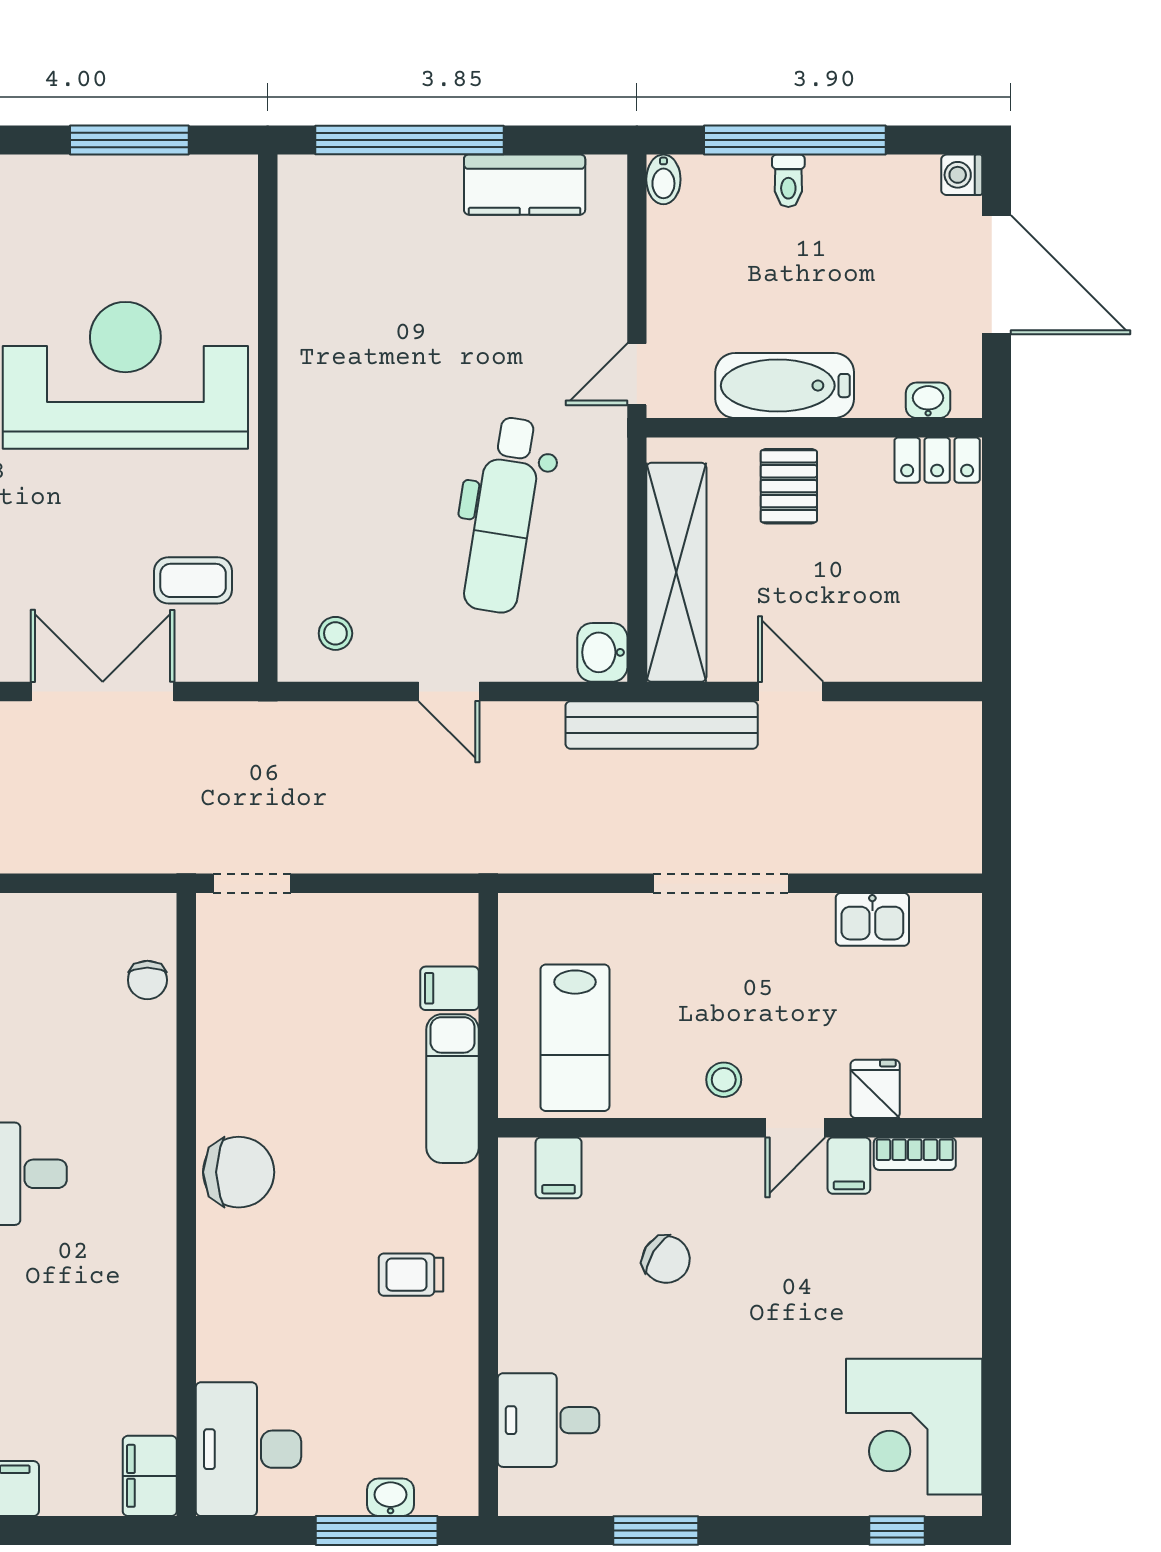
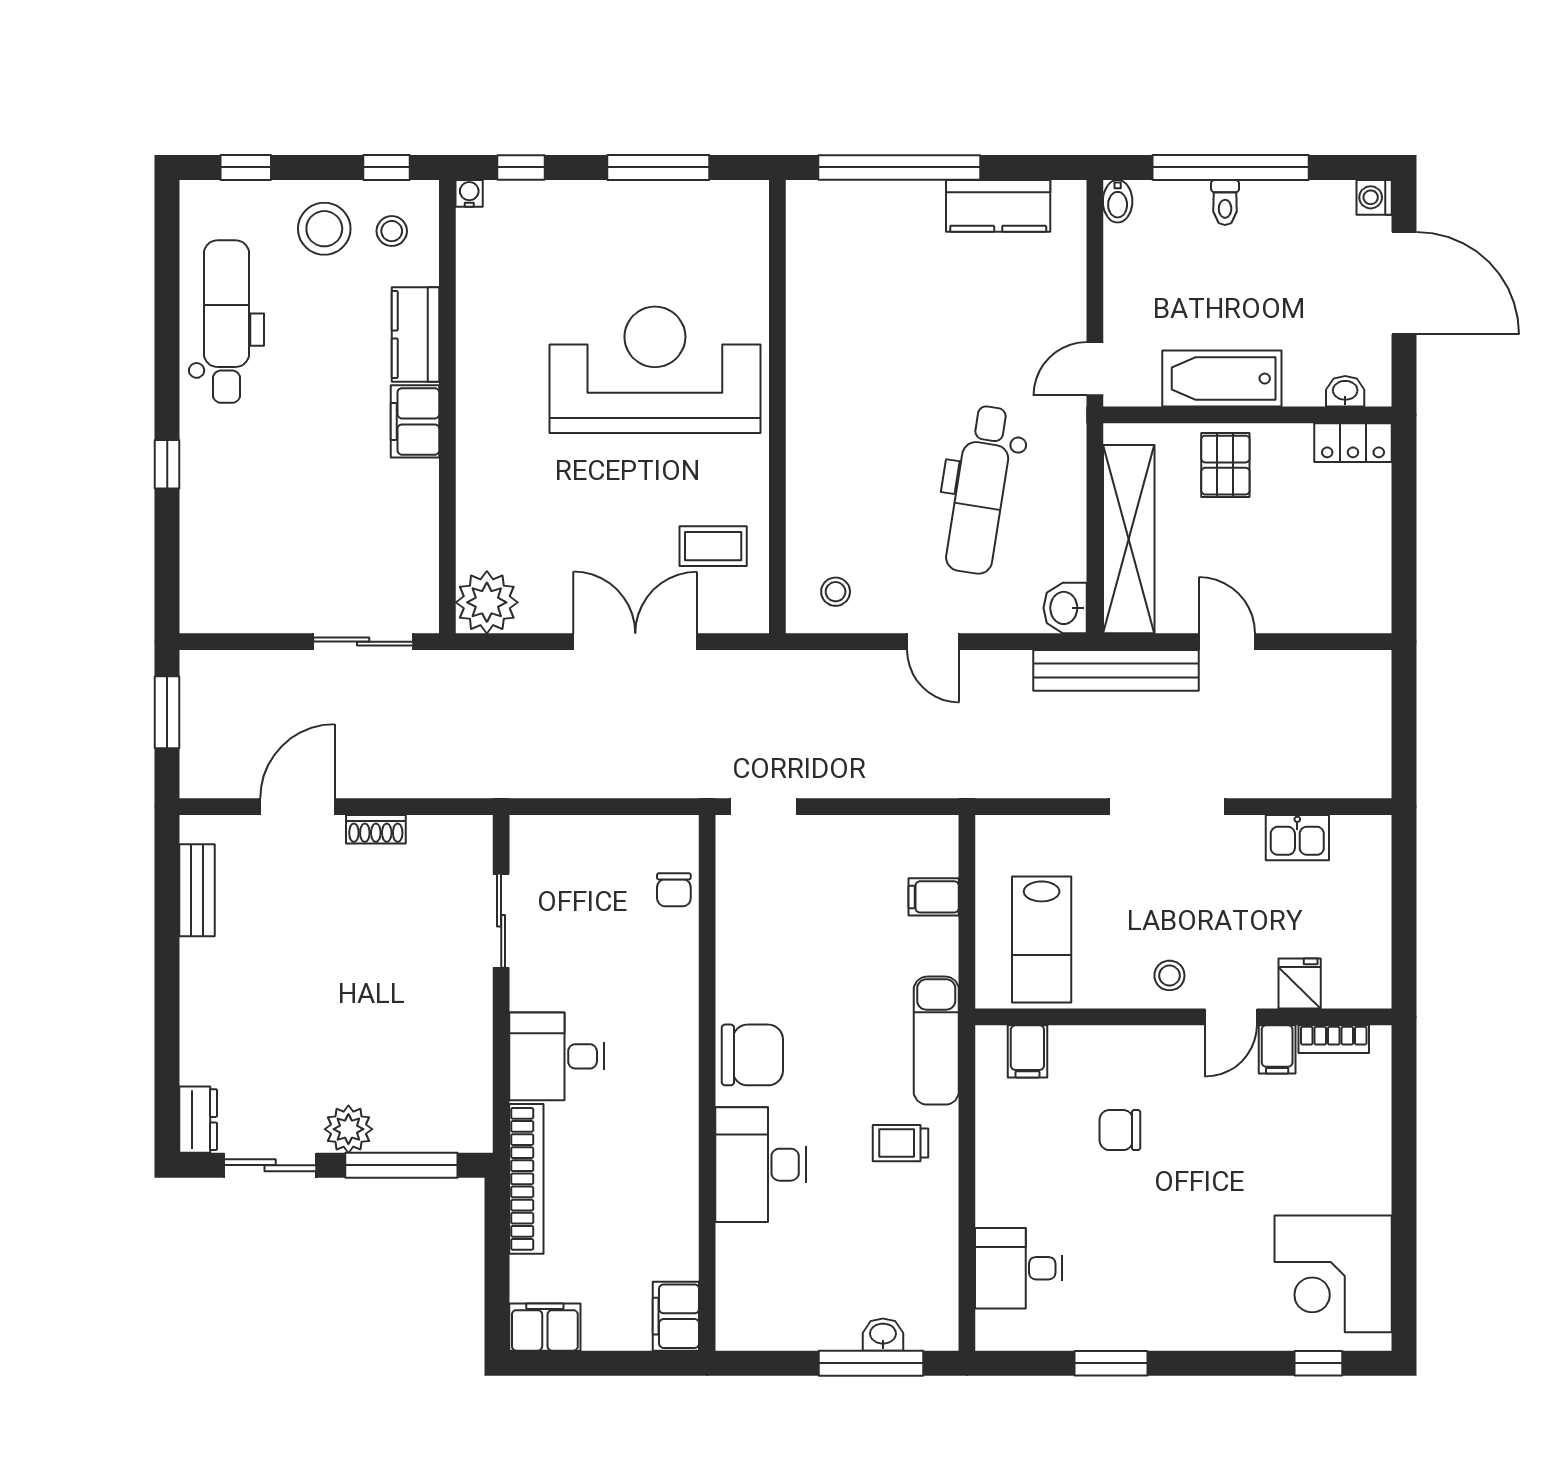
exam couch: (453, 1089) -> (936, 1041), moved
chair: (666, 1259) -> (1120, 1130), turned 148
desk: (248, 1449) -> (761, 1165), moved

